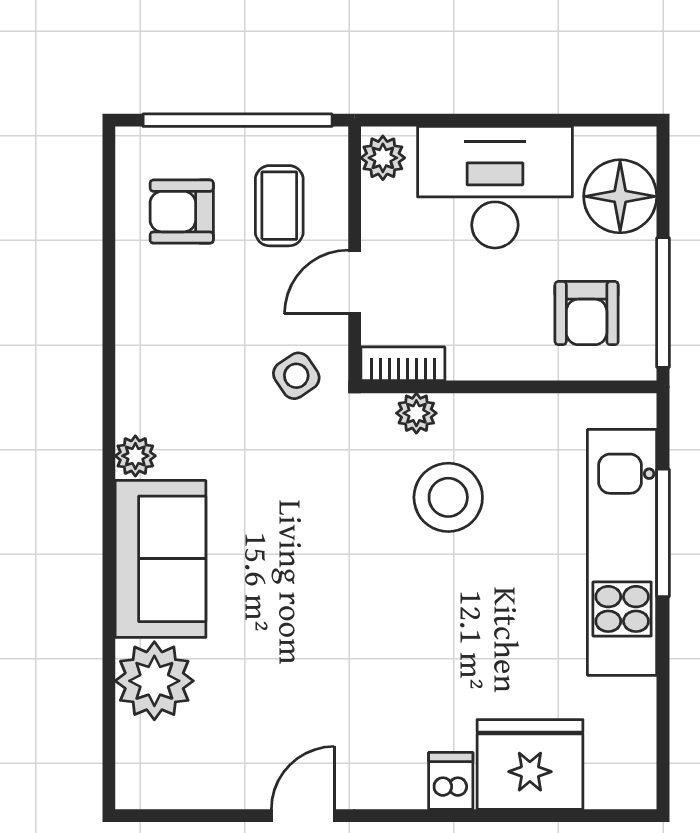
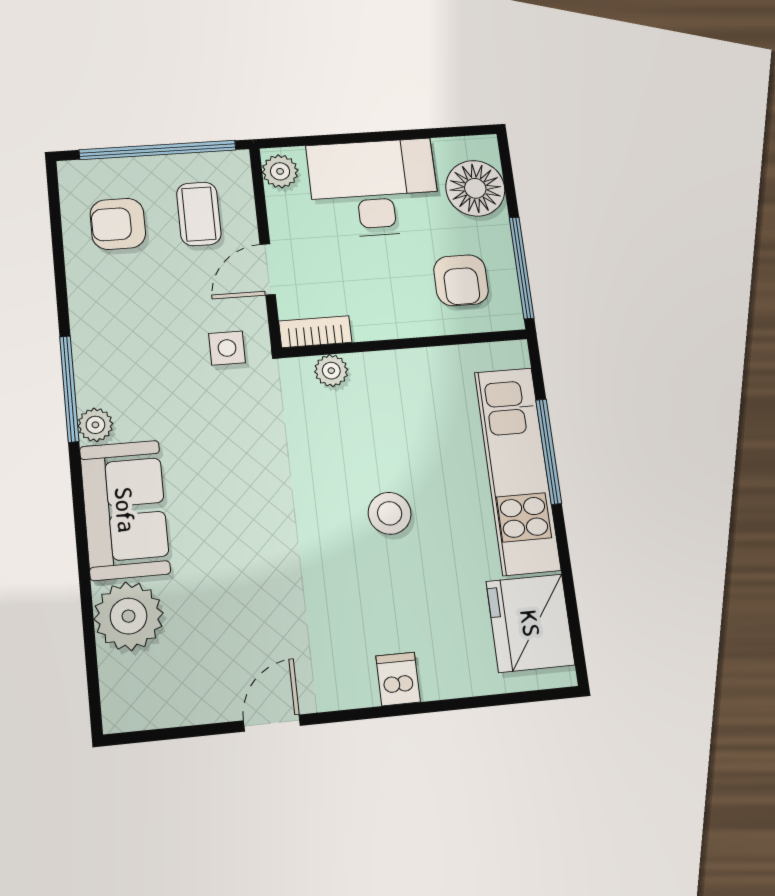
side table: (296, 376) -> (227, 348), turned 34
window: (109, 410) -> (69, 389), added
stool: (448, 497) -> (390, 513), moved, width x0.73, depth x0.73
fridge: (530, 764) -> (530, 623), moved, turned -90

